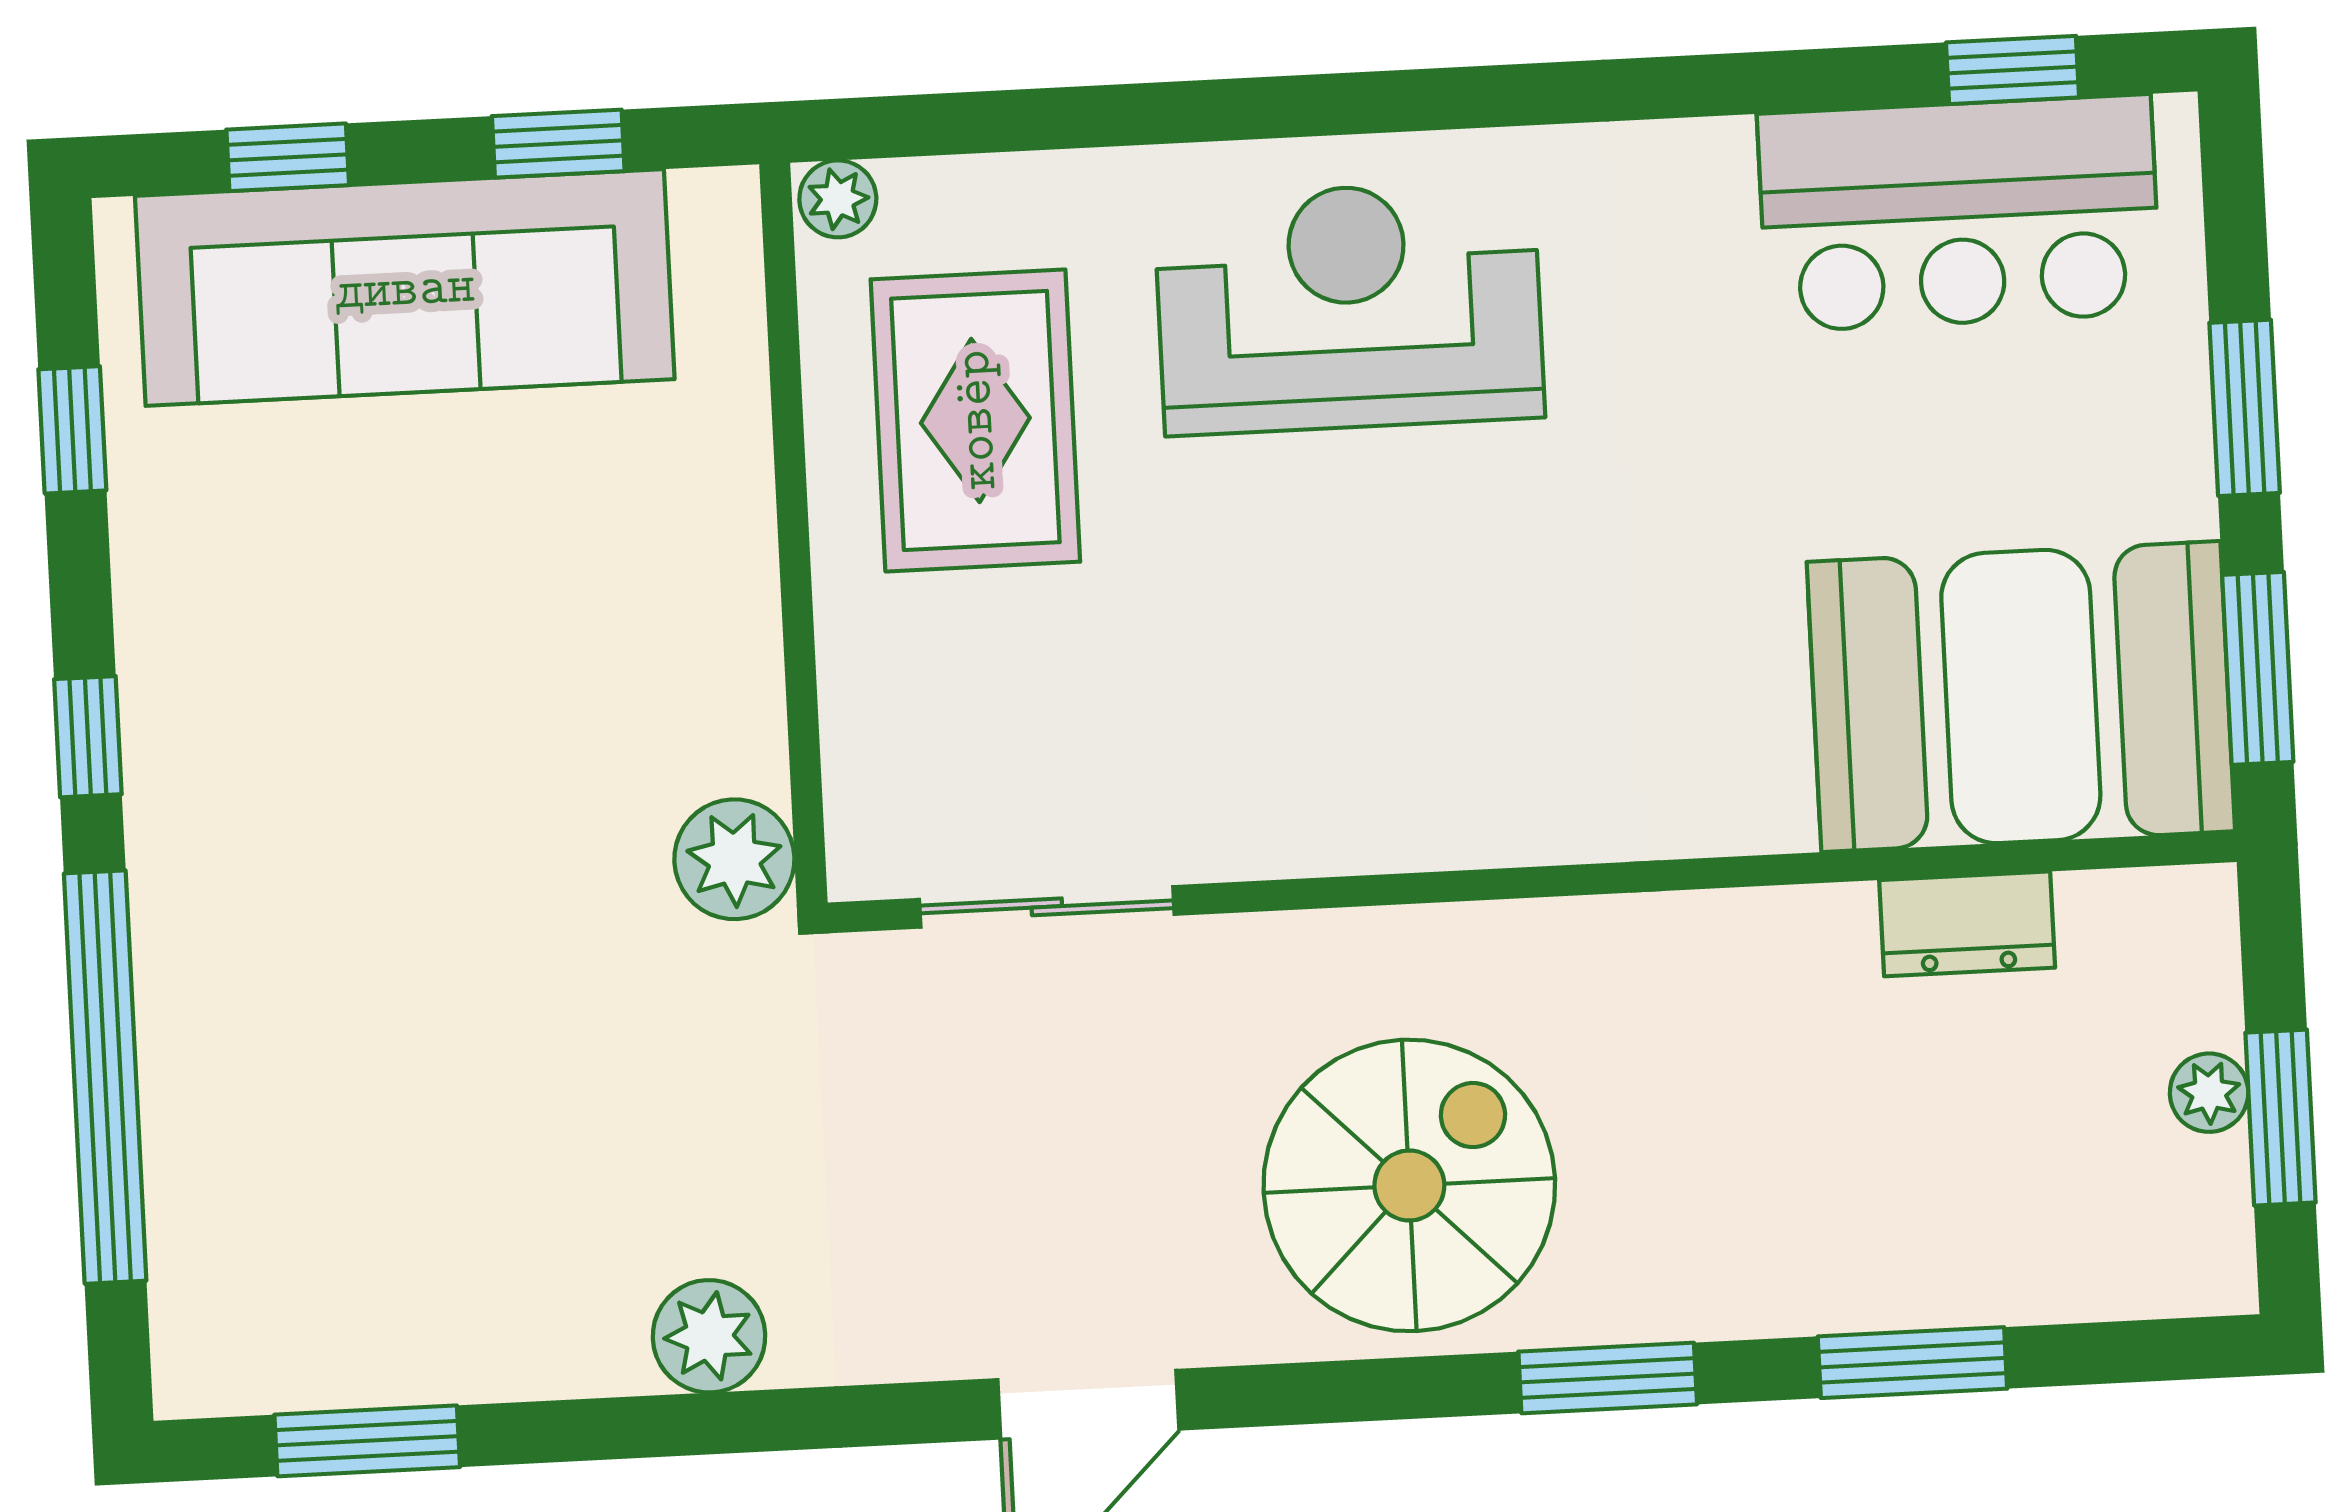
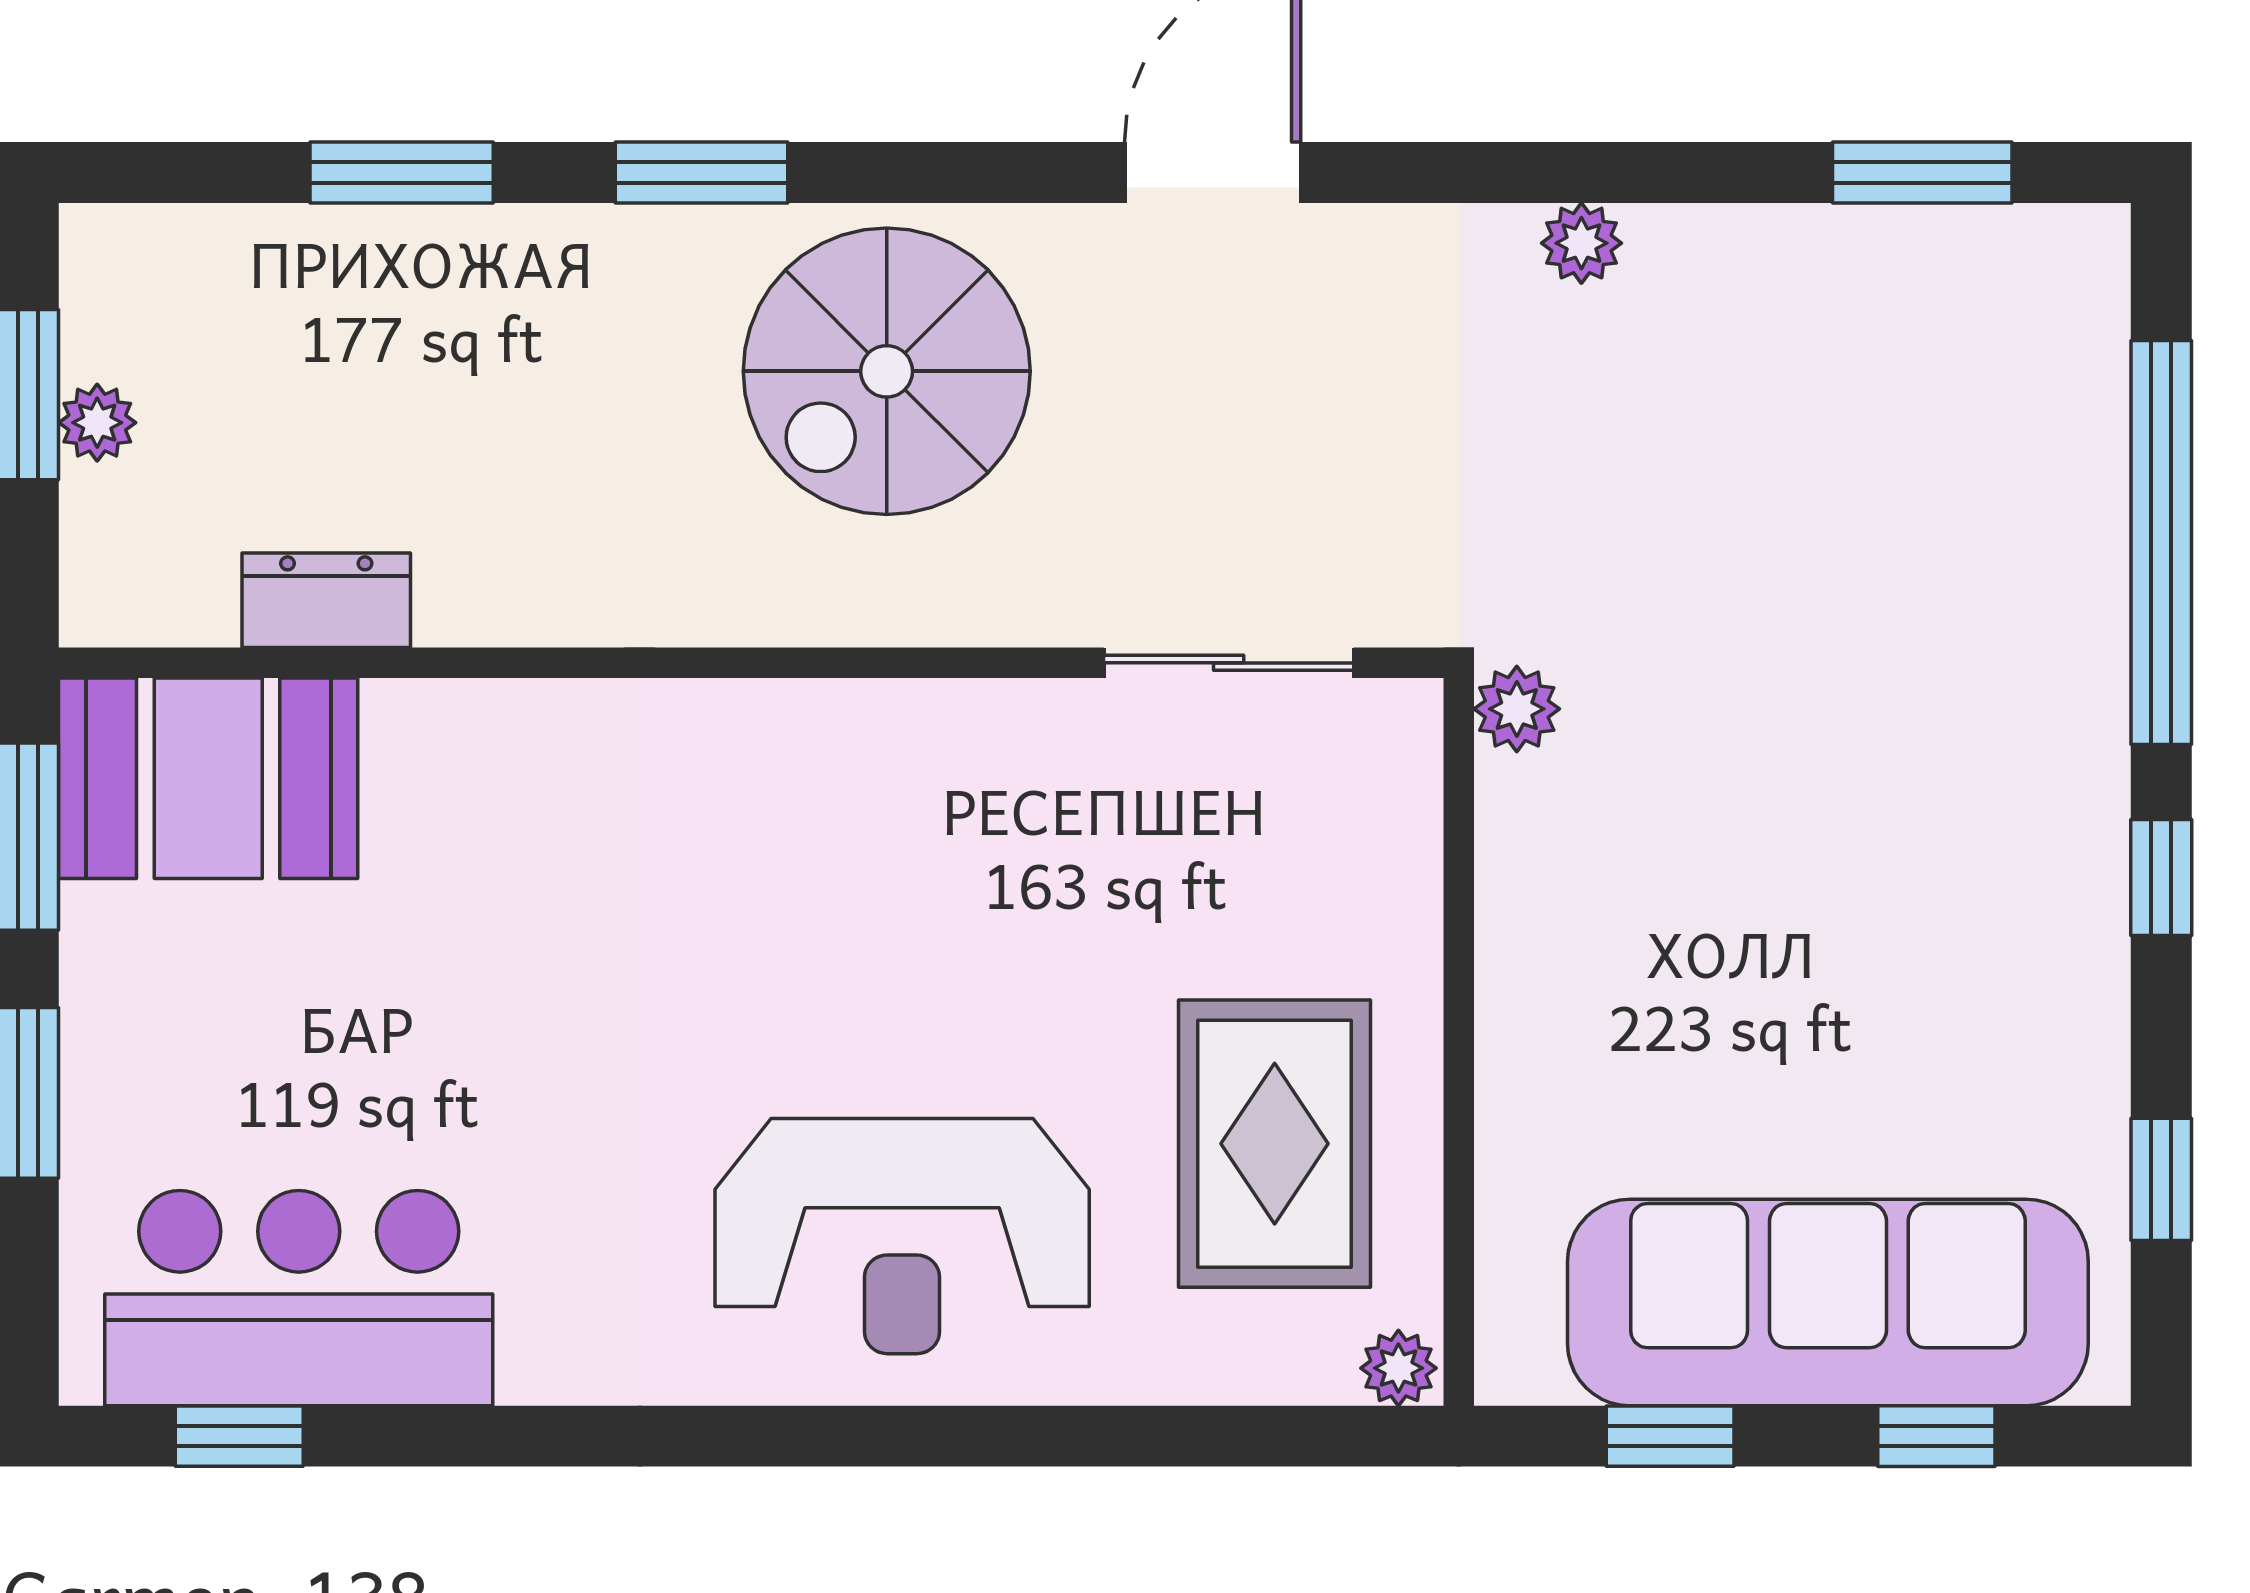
booth: (2021, 697) -> (208, 778), width x0.73, depth x0.70
plant: (734, 859) -> (1517, 709), width x0.73, depth x0.73
plant: (709, 1336) -> (1581, 243), width x0.73, depth x0.73

